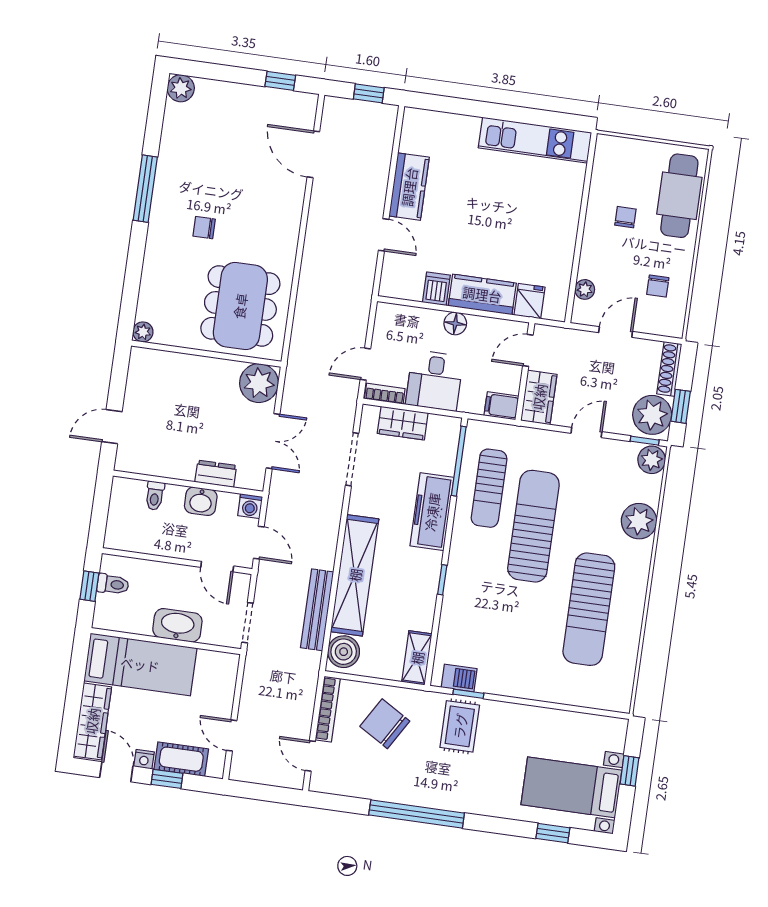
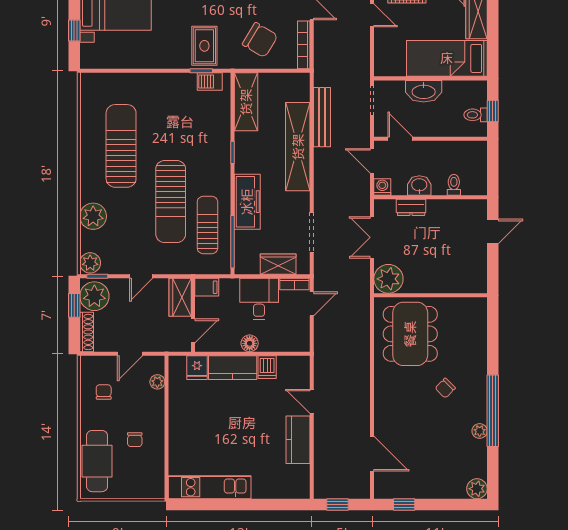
window: (145, 189) -> (493, 411), width x1.46
chair: (204, 228) -> (445, 388), turned 135
plant: (143, 332) -> (480, 431), moved
boiler: (344, 652) -> (298, 89), removed
shelving: (417, 658) -> (246, 102), width x1.50, depth x1.33

